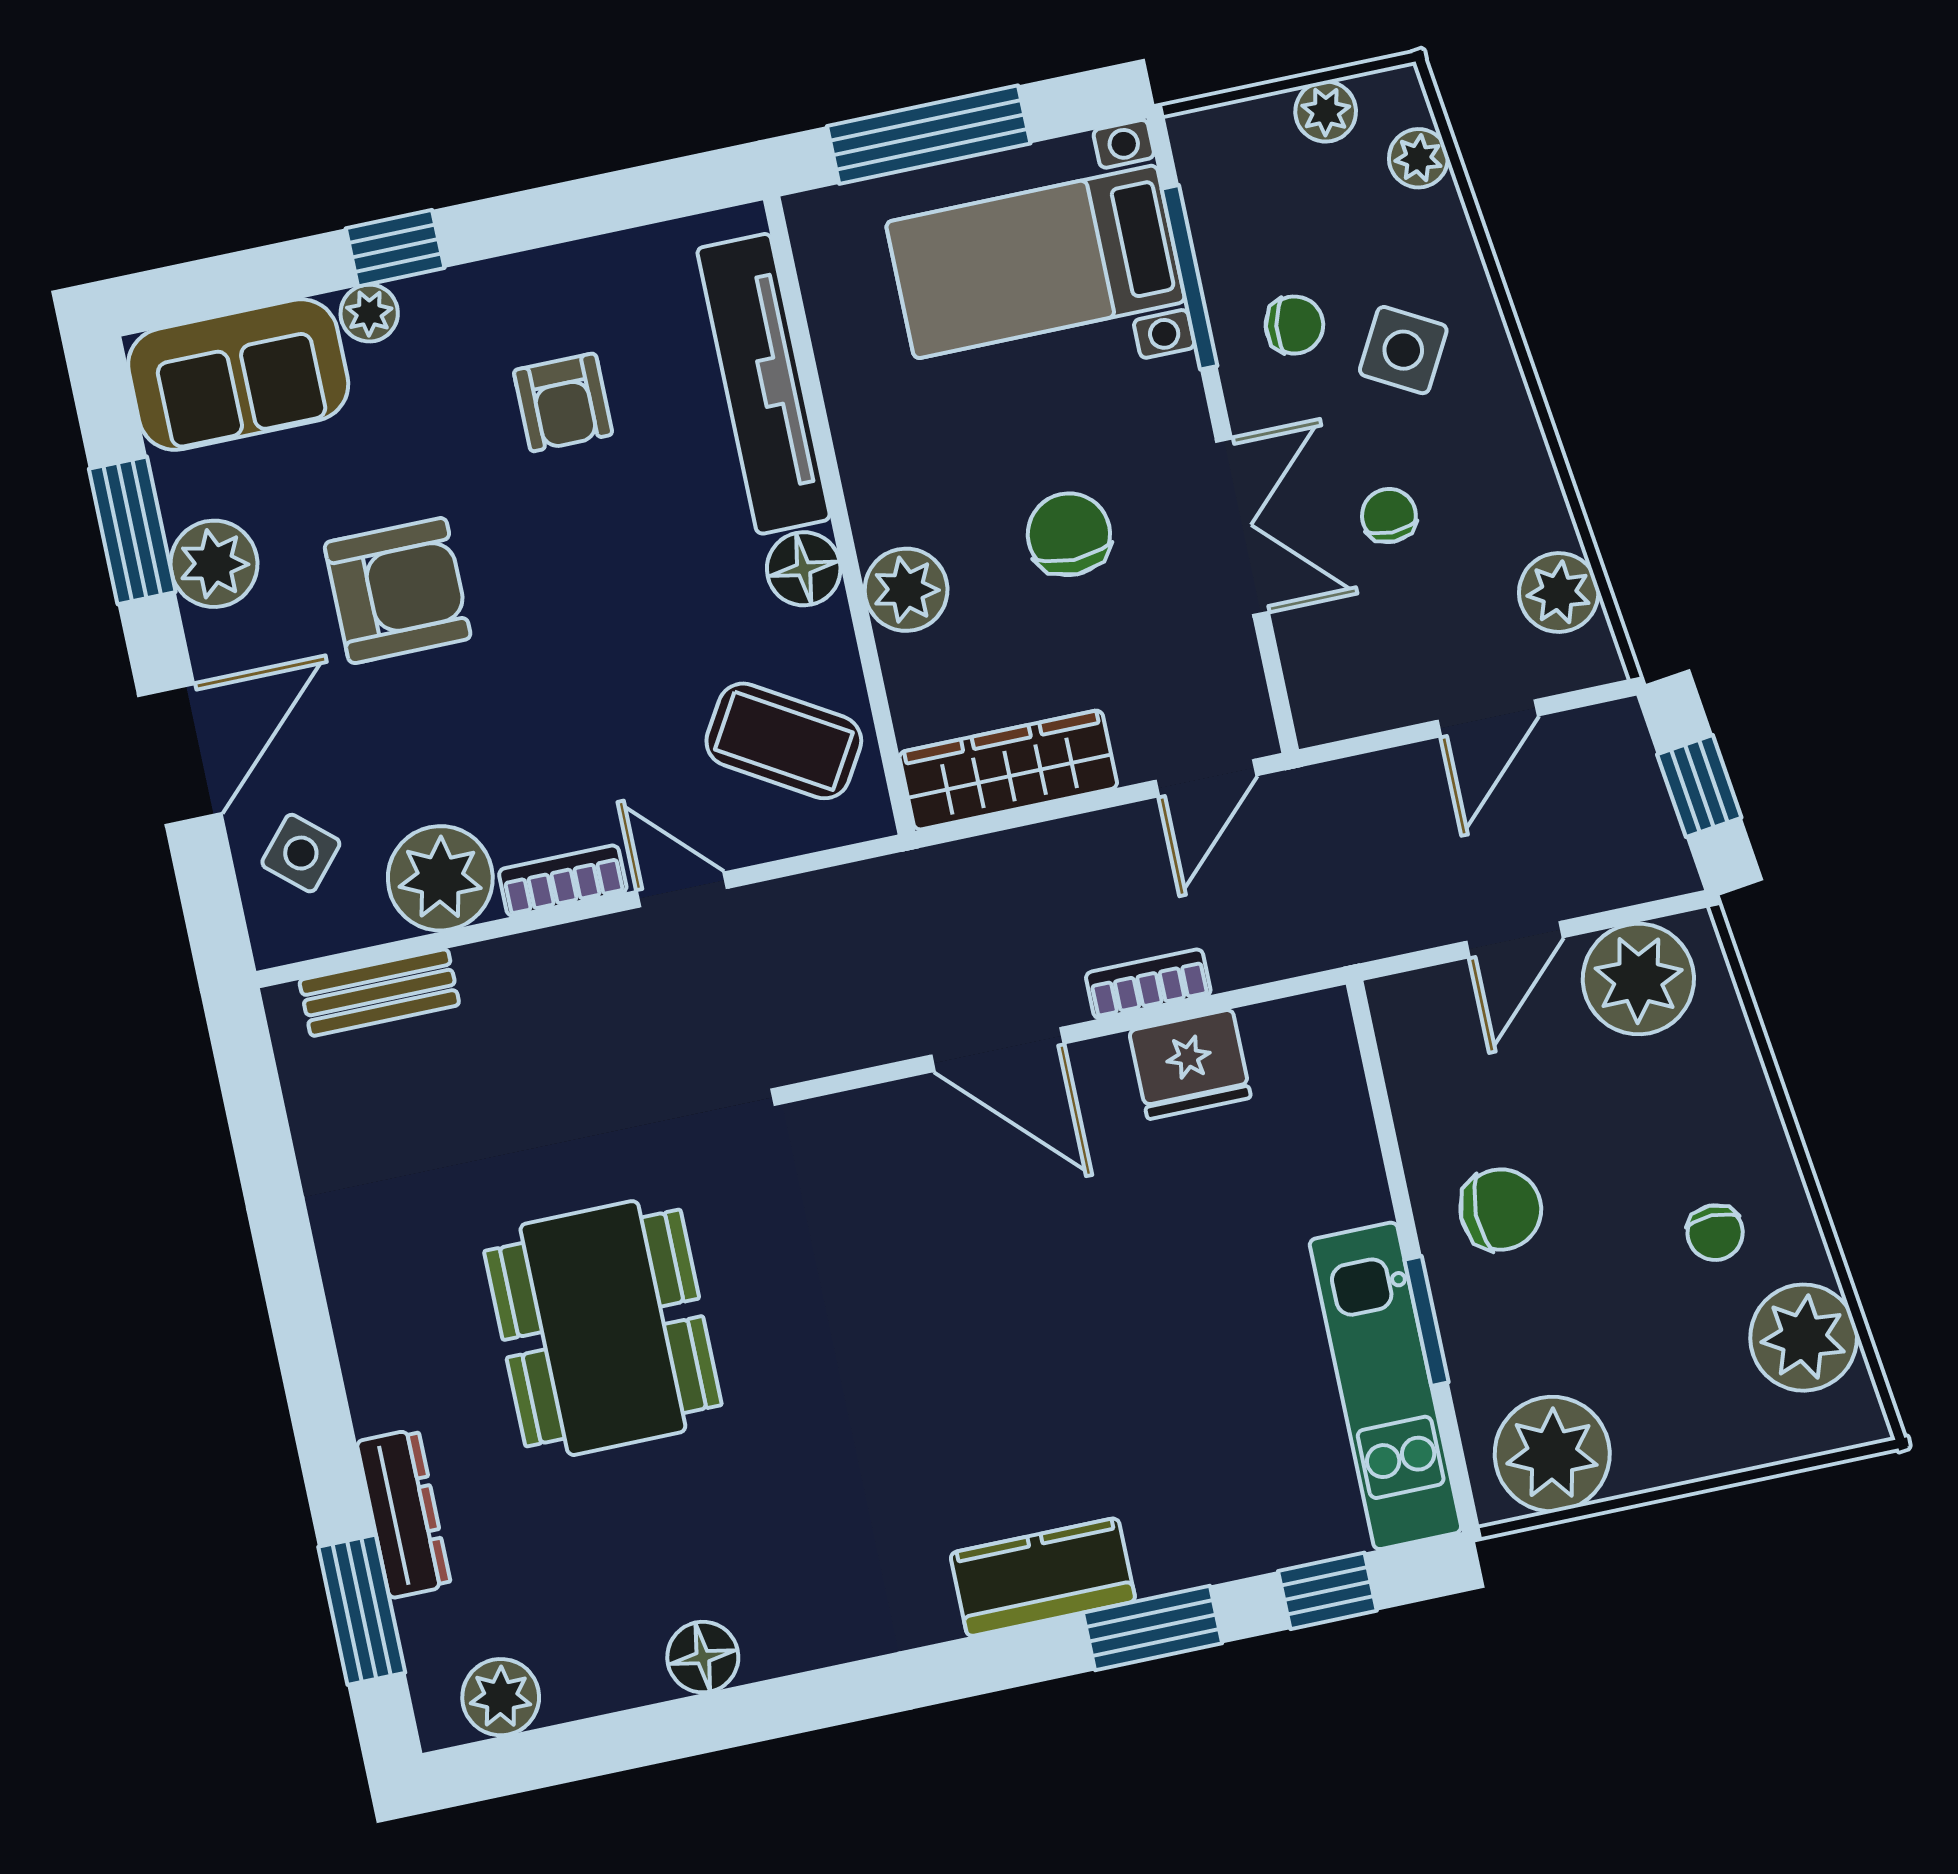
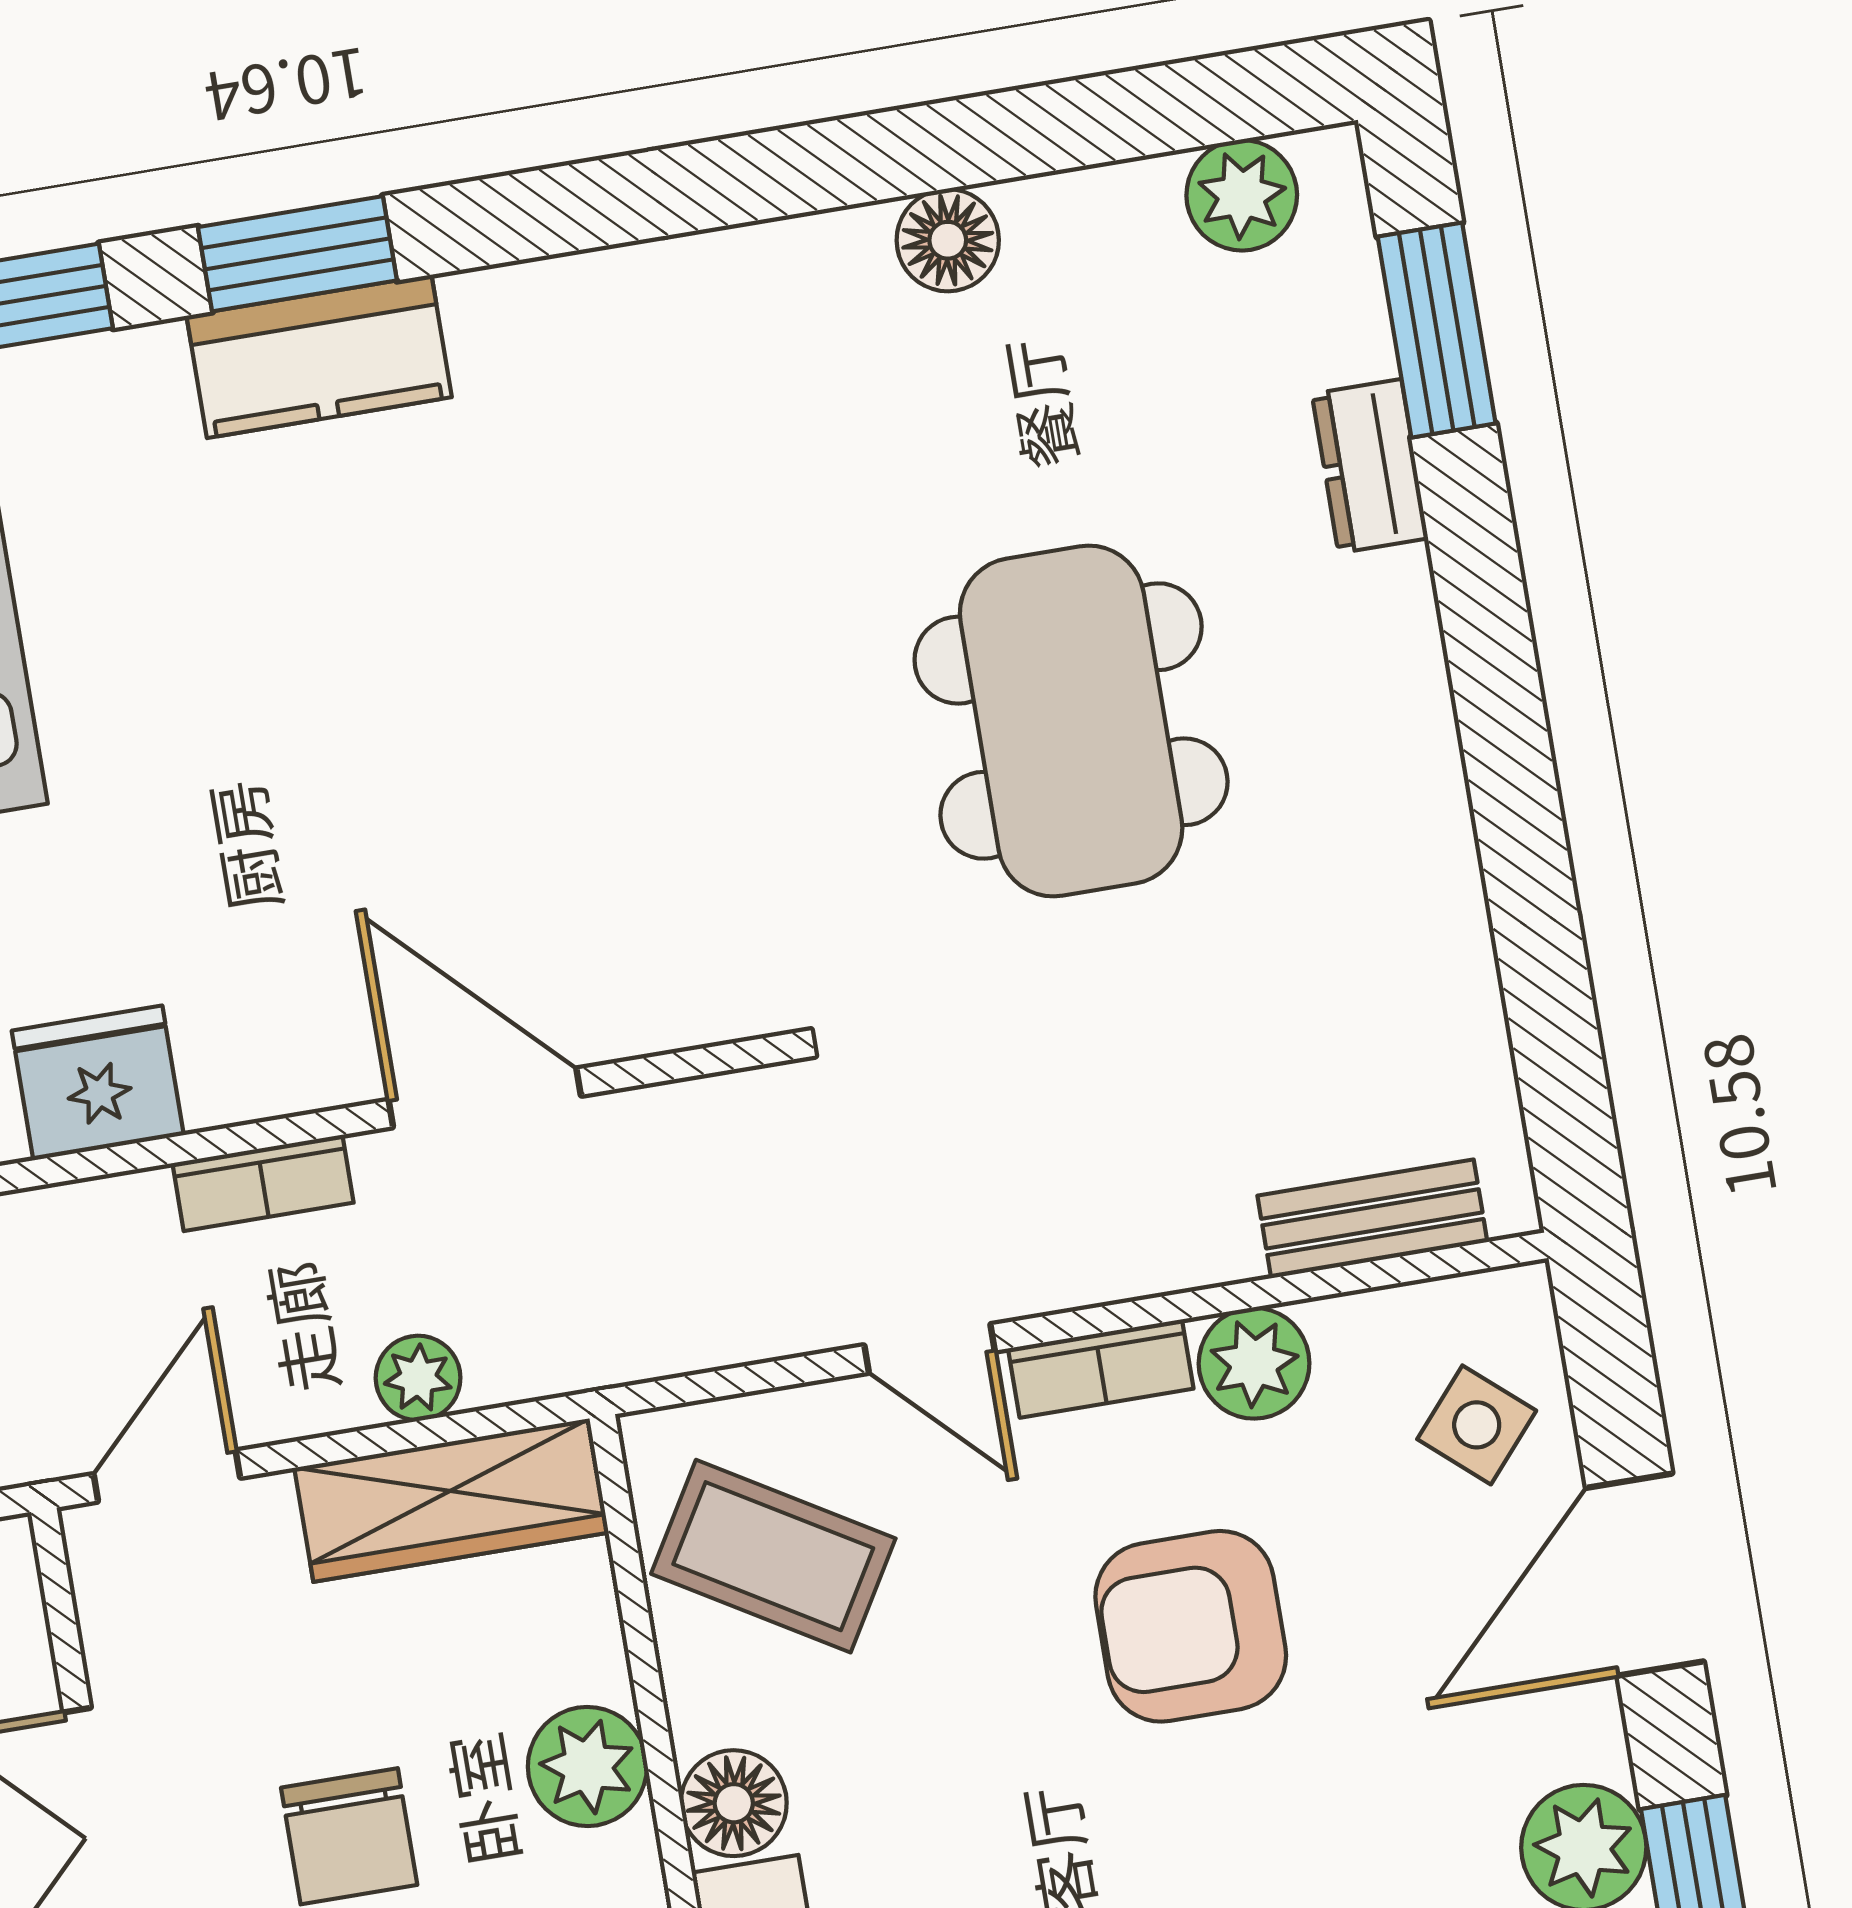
armchair: (398, 591) -> (1191, 1626), moved
plant: (1035, 854) -> (418, 1378), added
plant: (440, 878) -> (1254, 1363), width x0.73, depth x0.73
fridge: (1190, 1064) -> (98, 1083), moved
dresser: (404, 1513) -> (1370, 466), width x0.70
kitchen counter: (1043, 1577) -> (319, 356), moved

